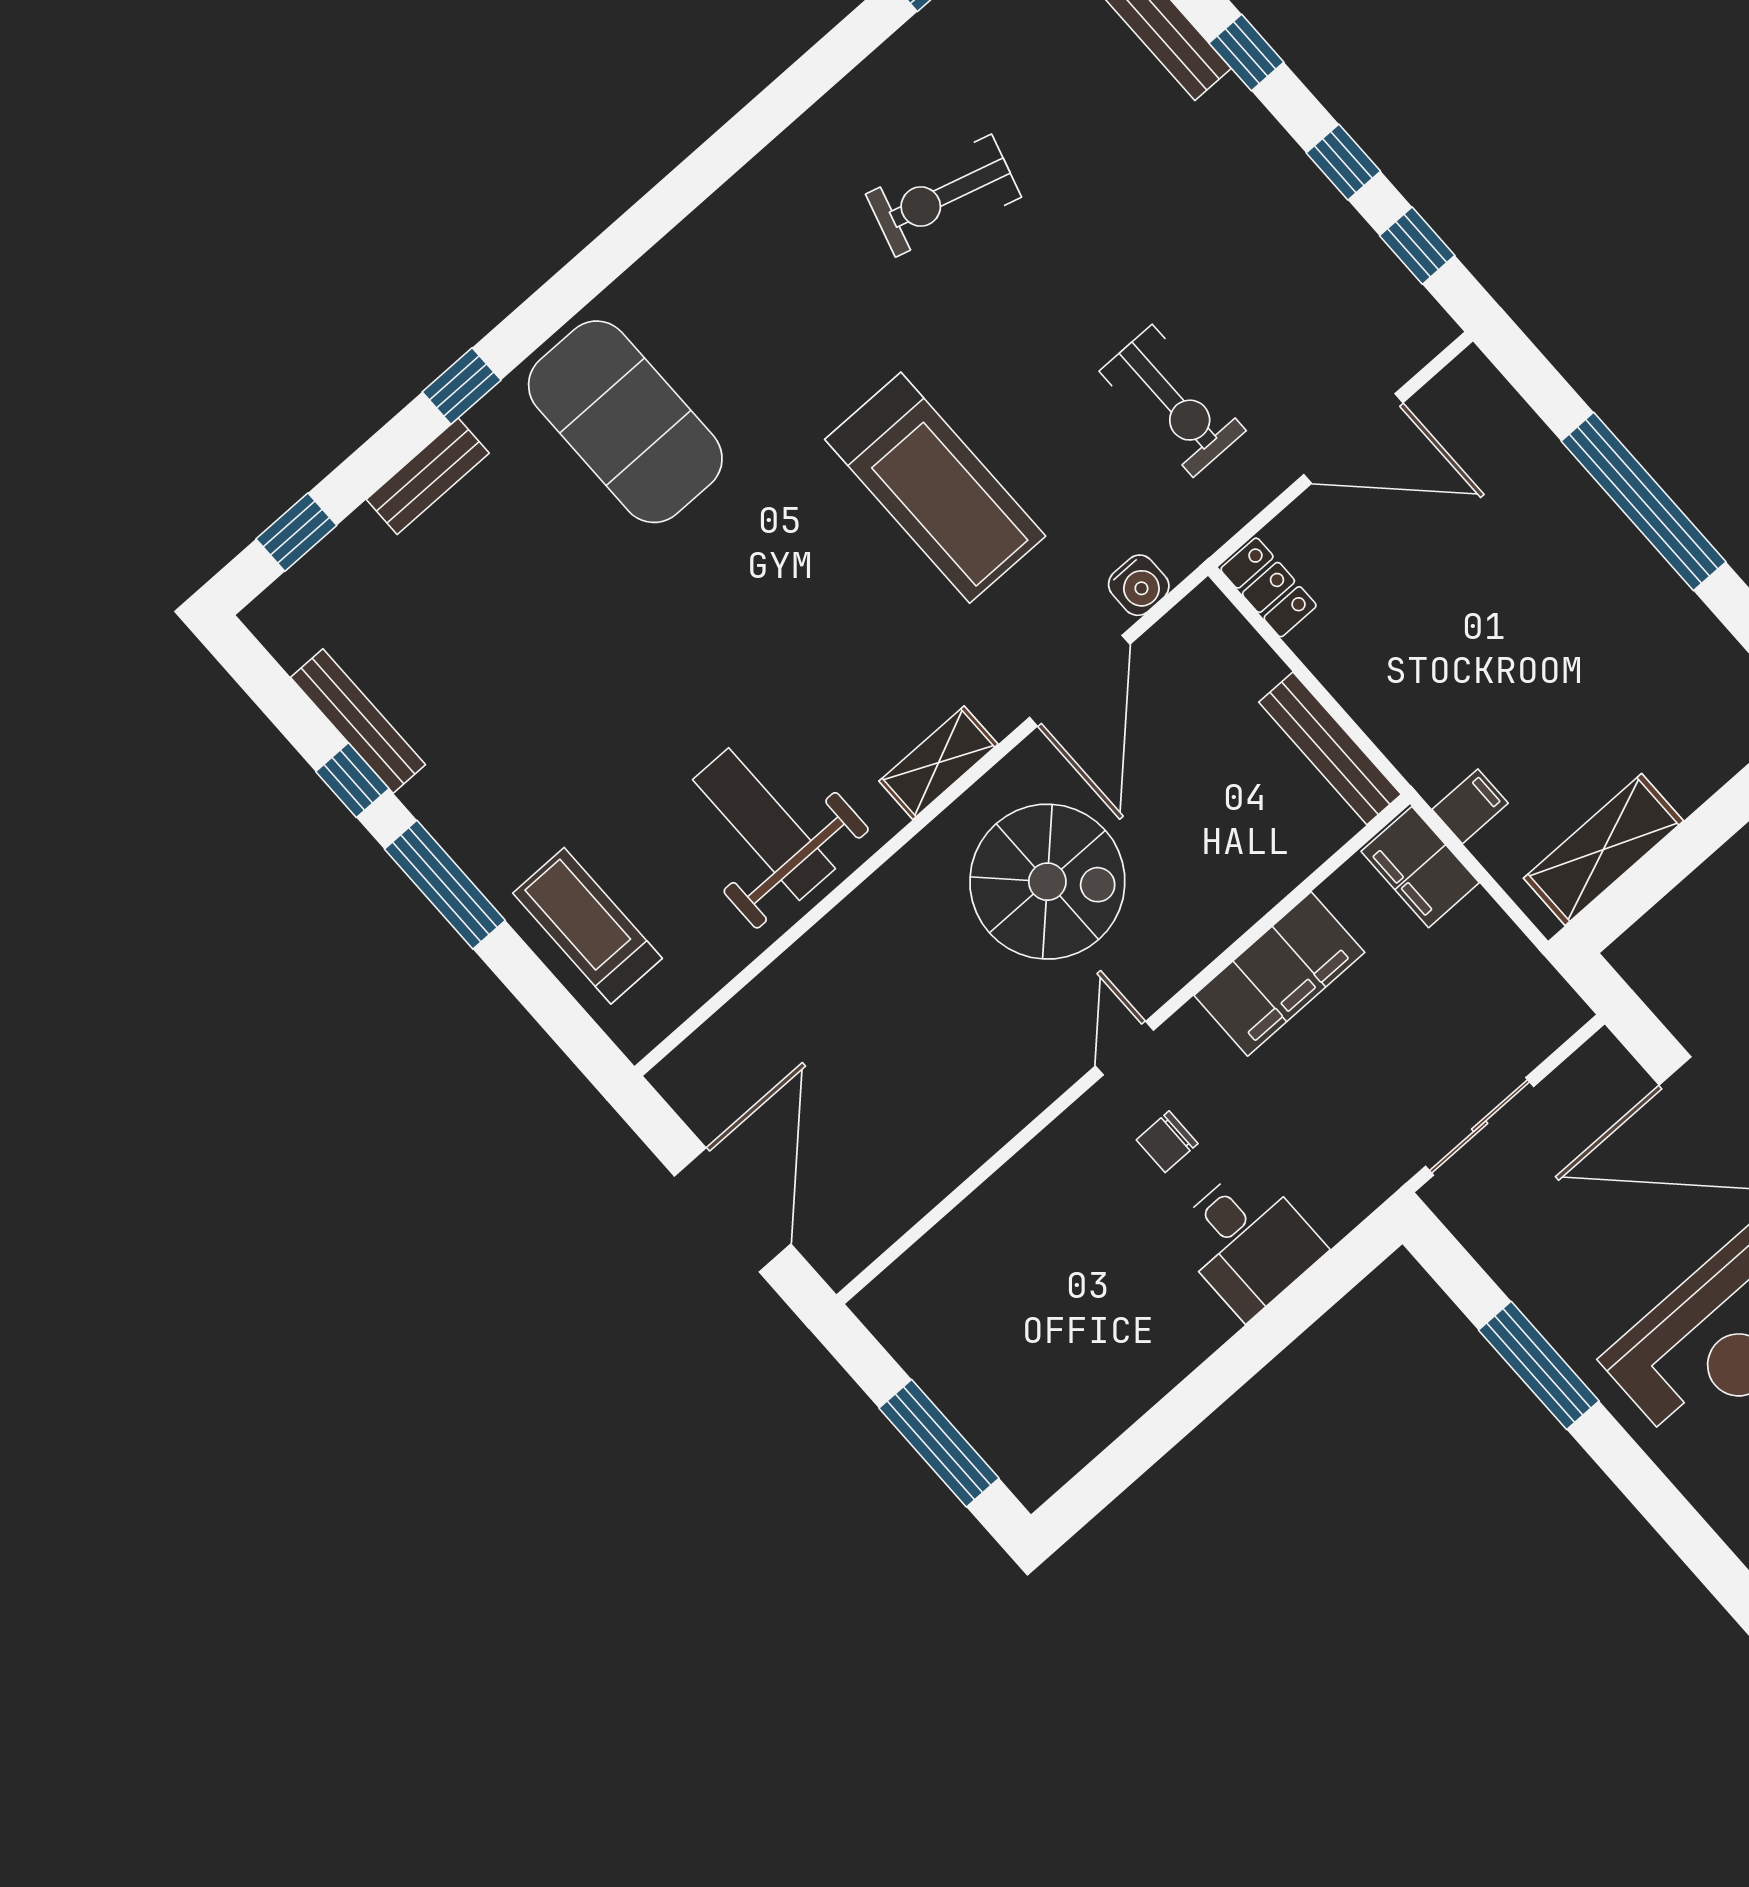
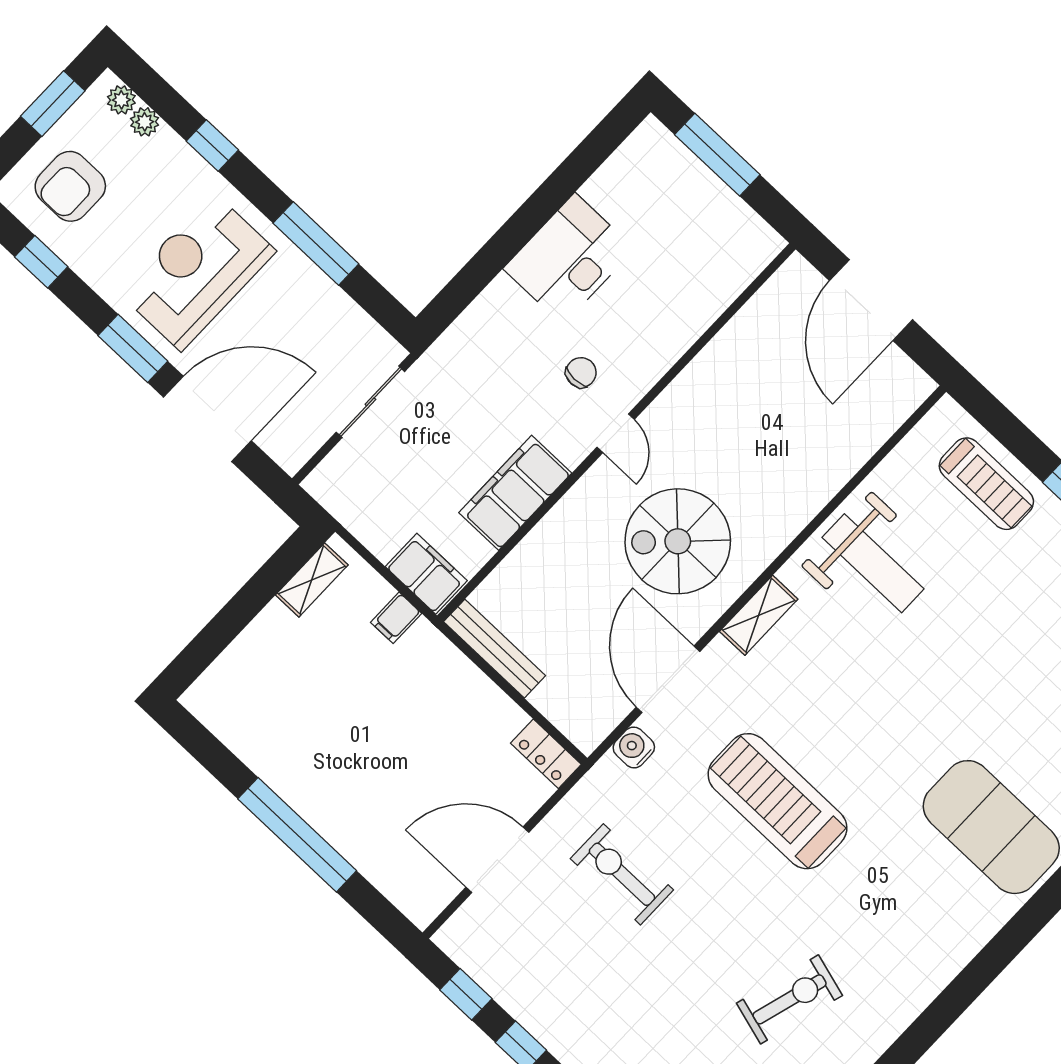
shelving: (1603, 850) -> (312, 580), width x0.67, depth x0.75
desk: (1247, 1241) -> (569, 259), moved, width x1.37
window: (1678, 1523) -> (212, 146), added

